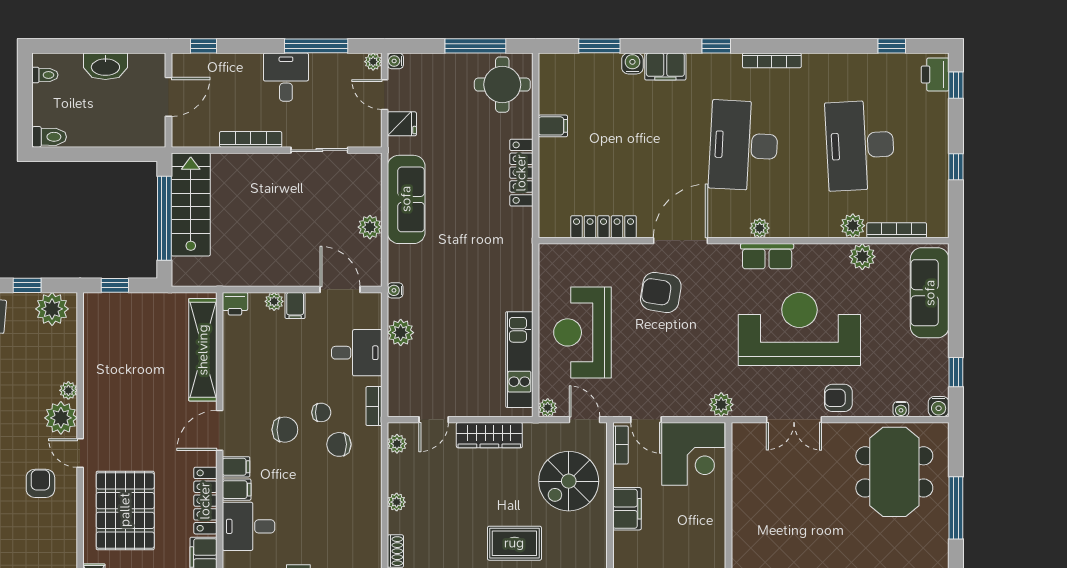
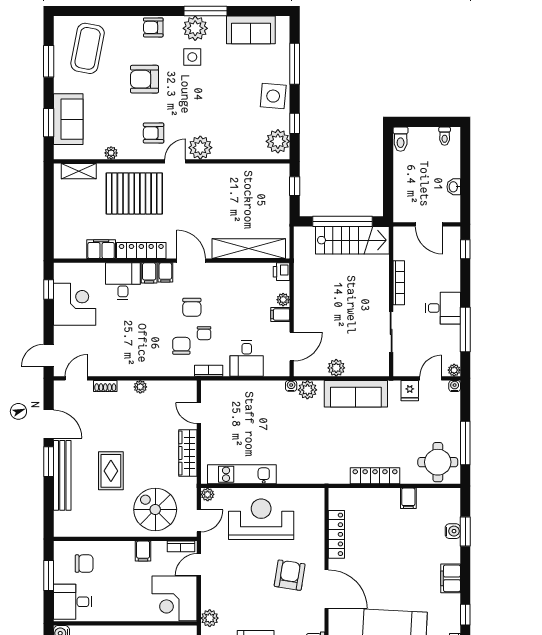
water cooler: (632, 63) -> (453, 531), moved
washbasin: (105, 66) -> (454, 187), width x0.52, depth x0.69
plant: (401, 333) -> (307, 390), moved
plant: (68, 390) -> (111, 153), moved
plant: (397, 444) -> (182, 387), removed
armchair: (40, 483) -> (154, 133), turned 180
filing cabinet: (627, 509) -> (143, 551), width x0.50

